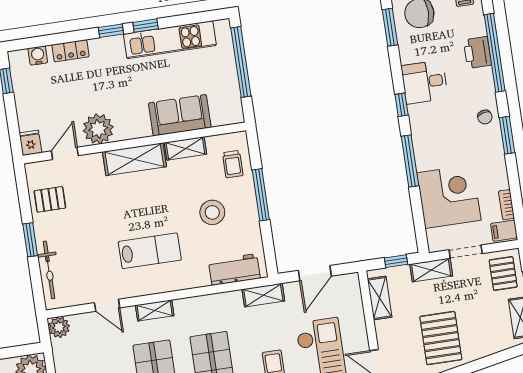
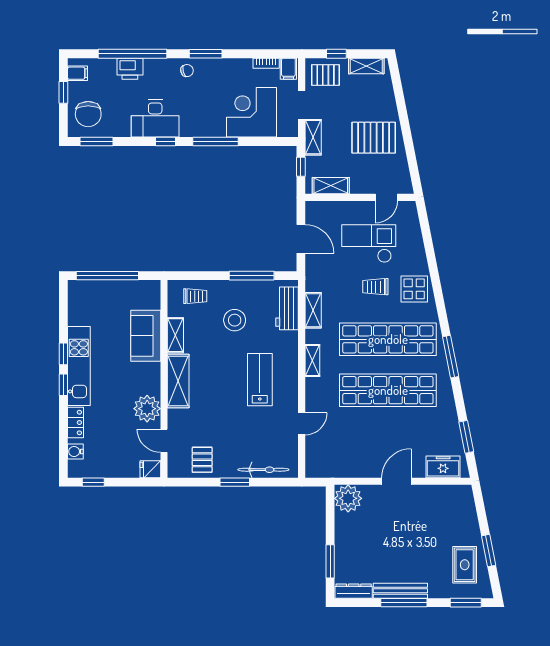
kitchen unit: (170, 40) -> (79, 366), moved
desk: (425, 82) -> (155, 119), width x1.37
window: (261, 195) -> (252, 276), moved
shelving: (263, 295) -> (313, 310), moved
shelving: (155, 310) -> (312, 361), moved
plant: (59, 327) -> (315, 468), removed

